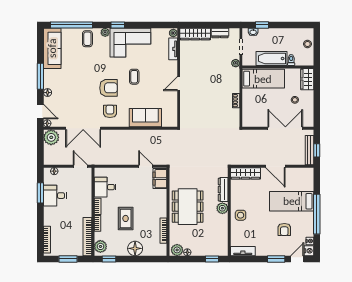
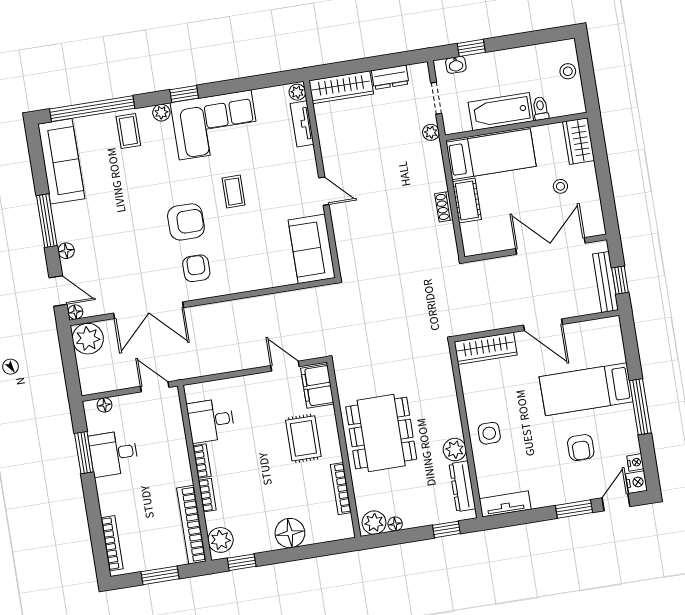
door: (179, 84) -> (324, 191), swing flipped
cot: (248, 99) -> (467, 201), added
sofa: (145, 118) -> (312, 249), moved, turned -90
dresser: (223, 190) -> (462, 486), moved
plant: (222, 208) -> (455, 450), moved
window: (317, 214) -> (640, 407), width x0.68
rug: (126, 218) -> (303, 438), moved

